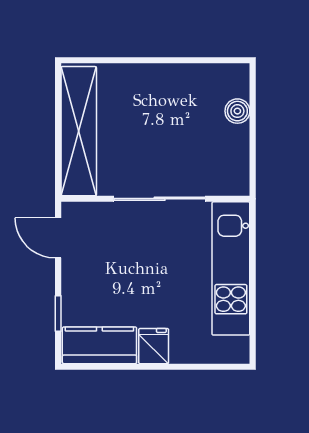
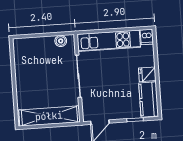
boiler: (237, 111) -> (61, 41), moved
dishwasher: (233, 350) -> (147, 37), added

